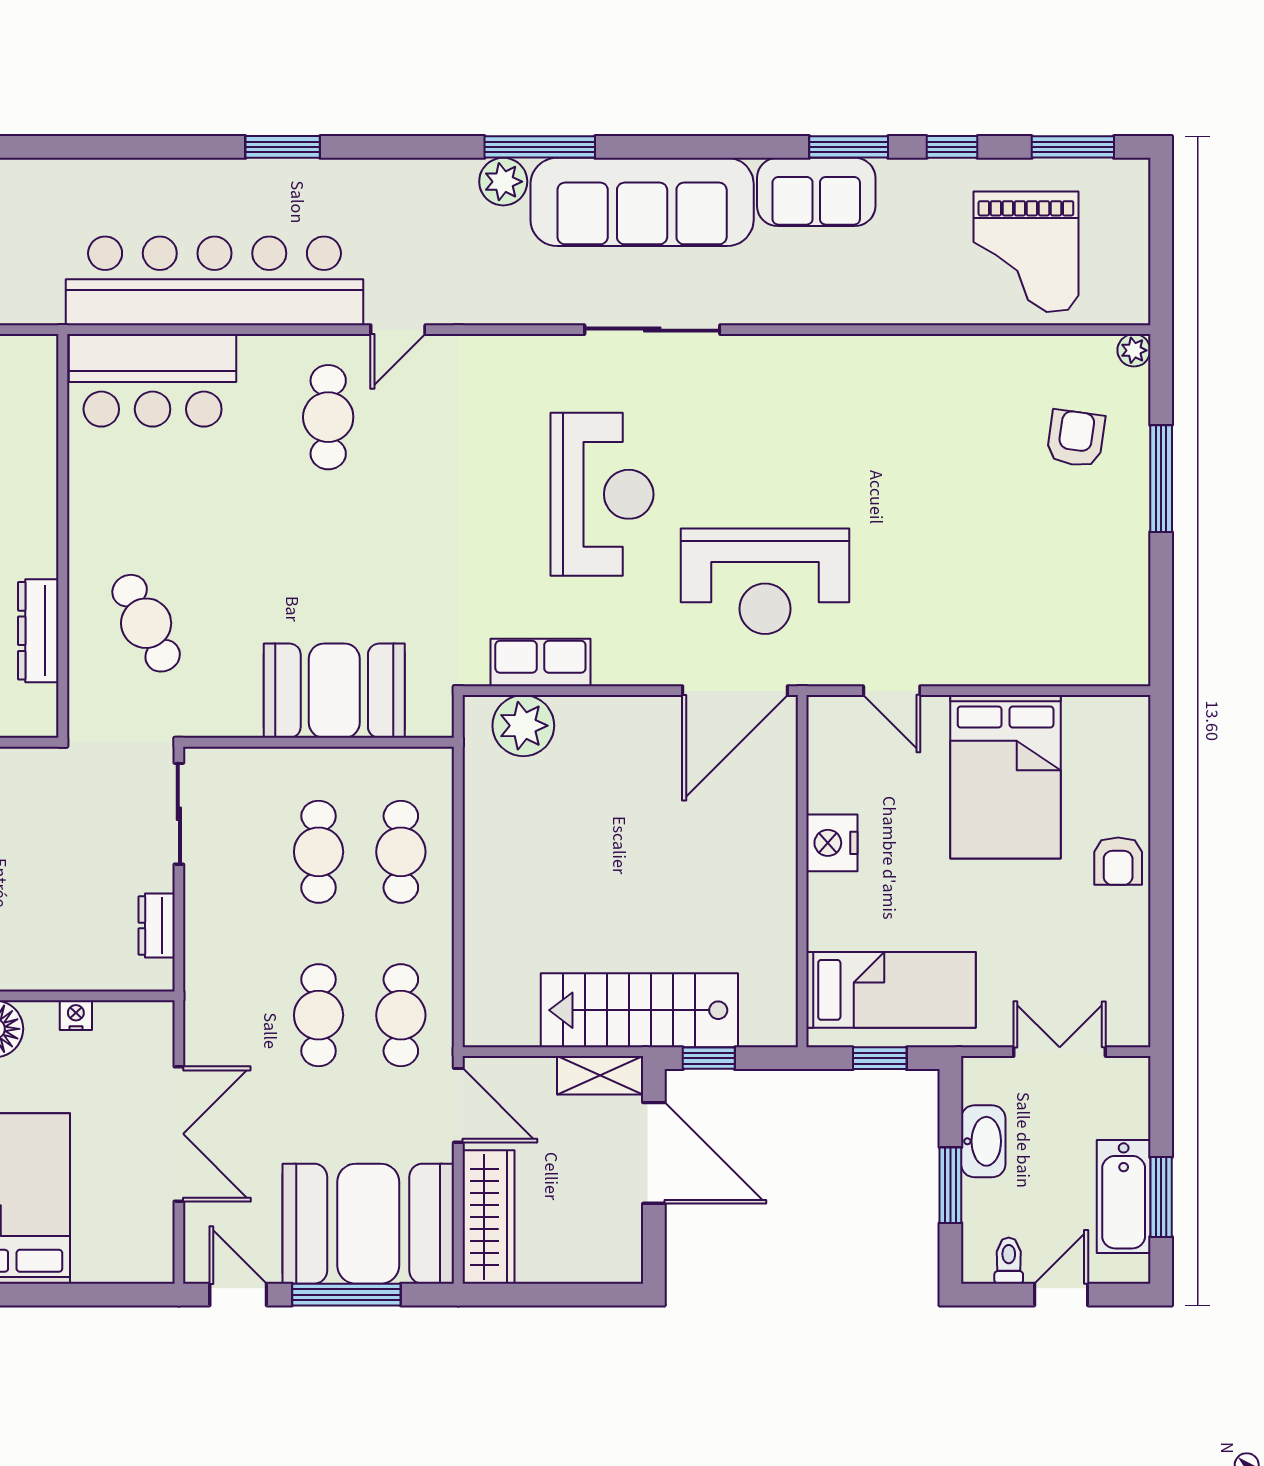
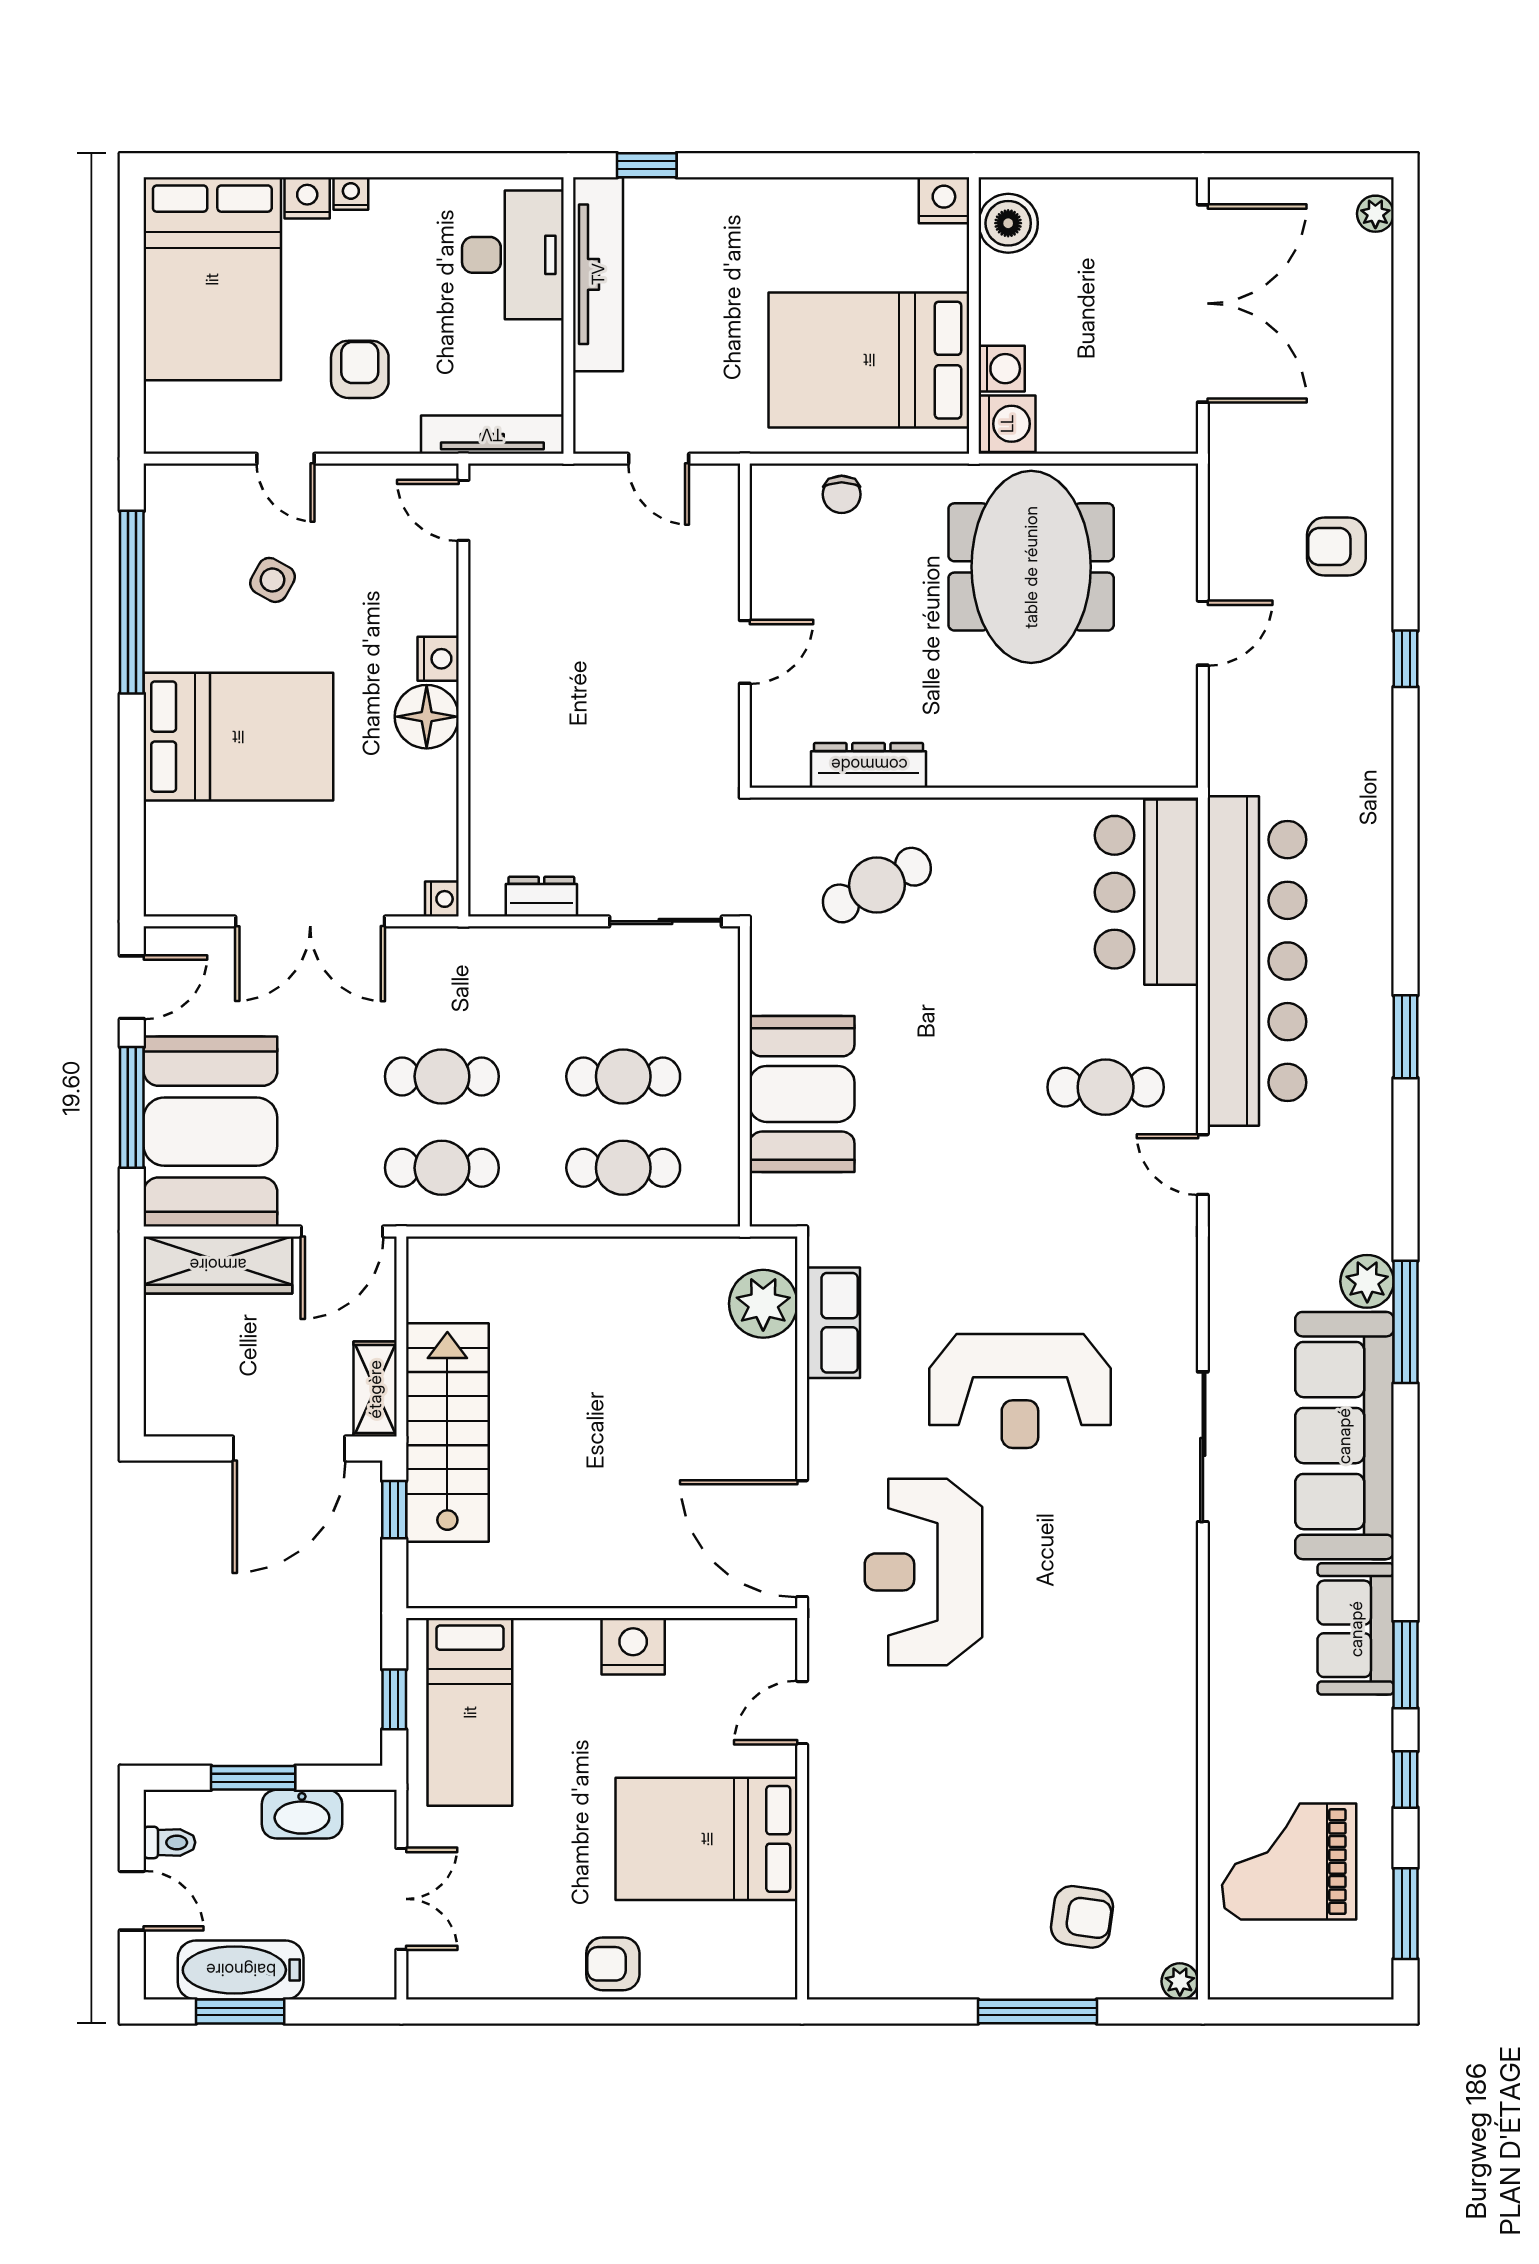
nightstand: (76, 1015) -> (442, 899), moved

